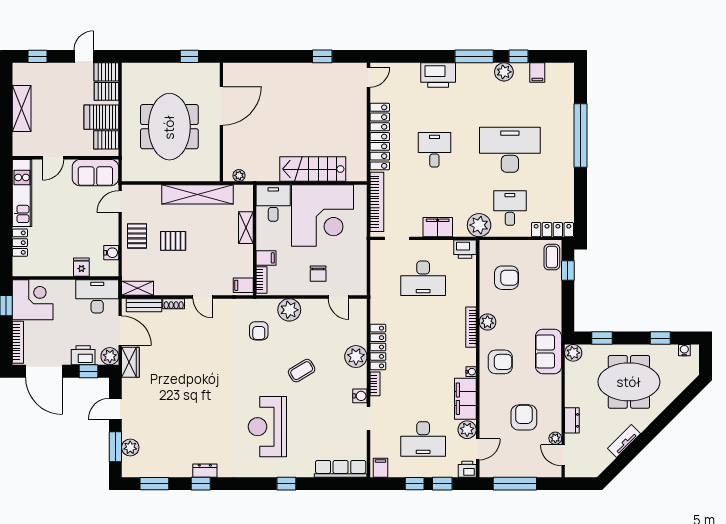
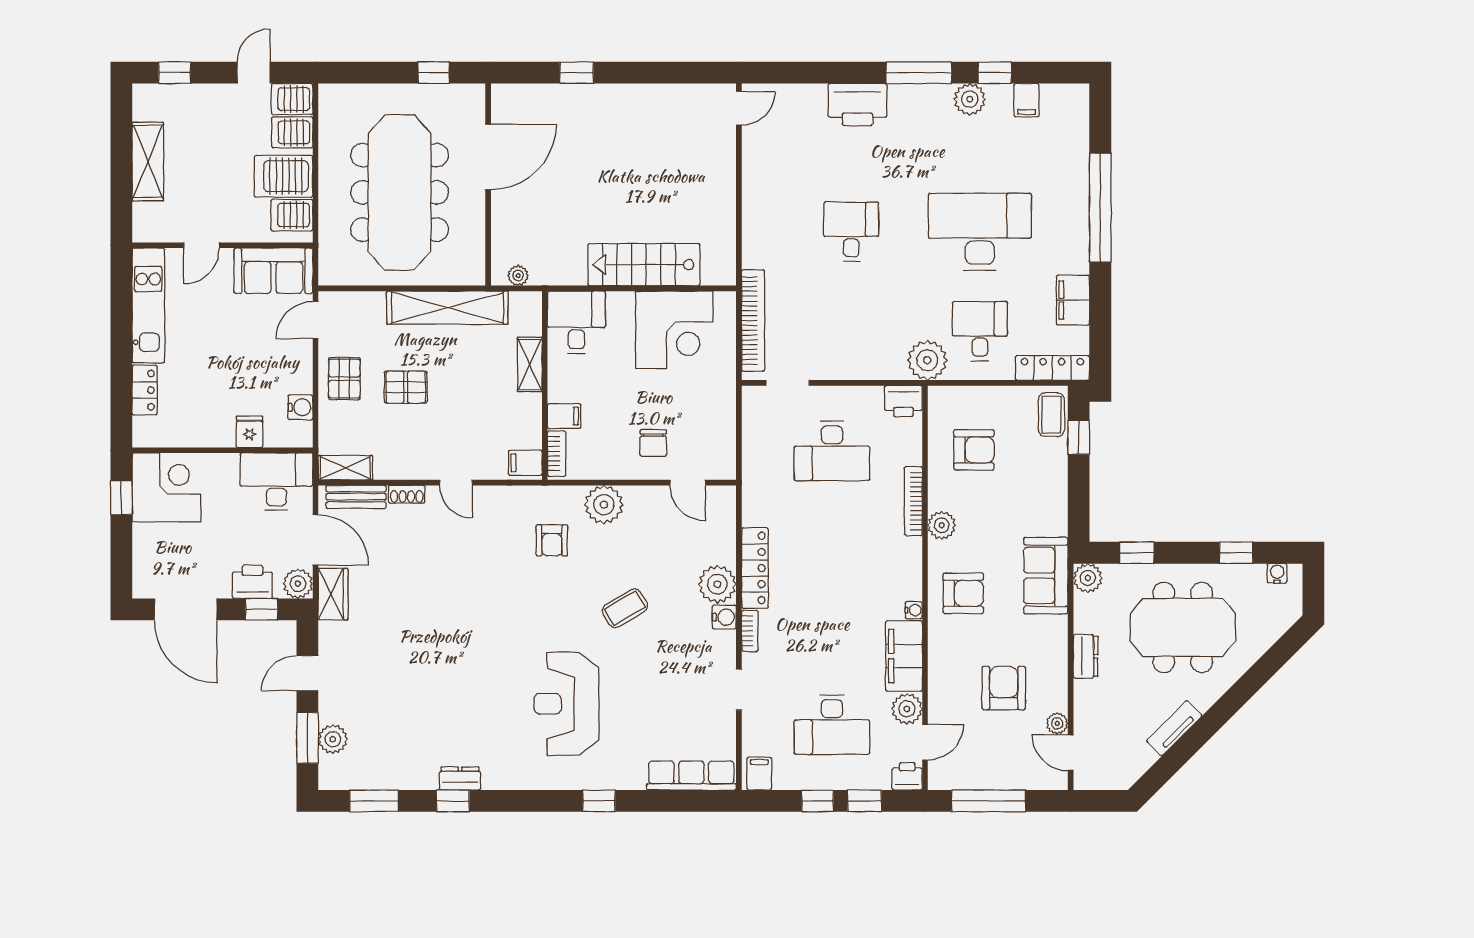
window: (322, 56) -> (577, 73), moved
meeting table: (169, 127) -> (400, 192), width x1.36
locker: (380, 137) -> (758, 209), removed
corner desk: (322, 215) -> (674, 330), width x0.74, depth x0.74
filing cabinet: (438, 227) -> (1073, 300), moved, turned -90
bookcase: (471, 327) -> (913, 501), moved
bookcase: (18, 342) -> (141, 560), removed
water cooler: (360, 396) -> (724, 617), moved
dresser: (572, 420) -> (1086, 656), moved

